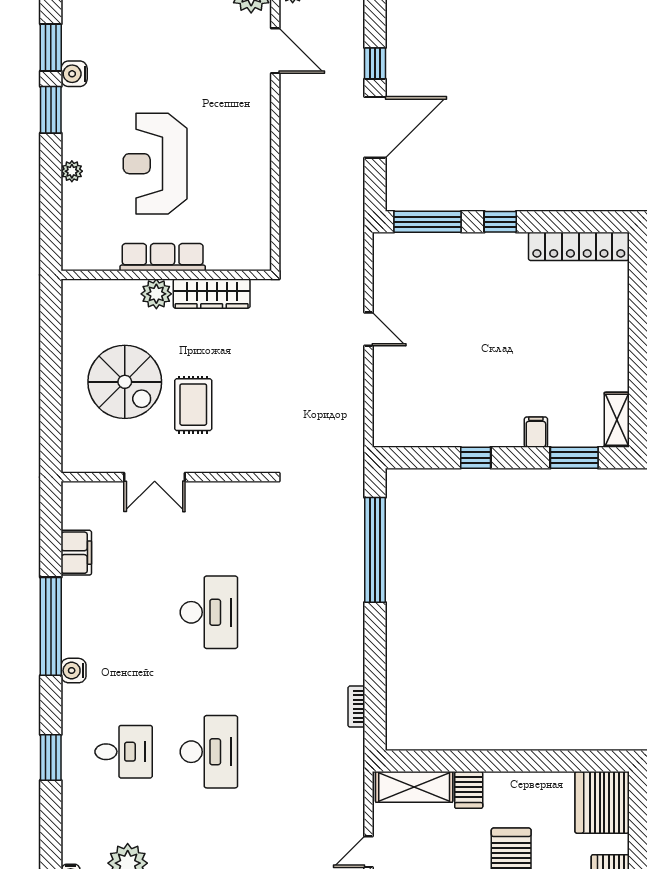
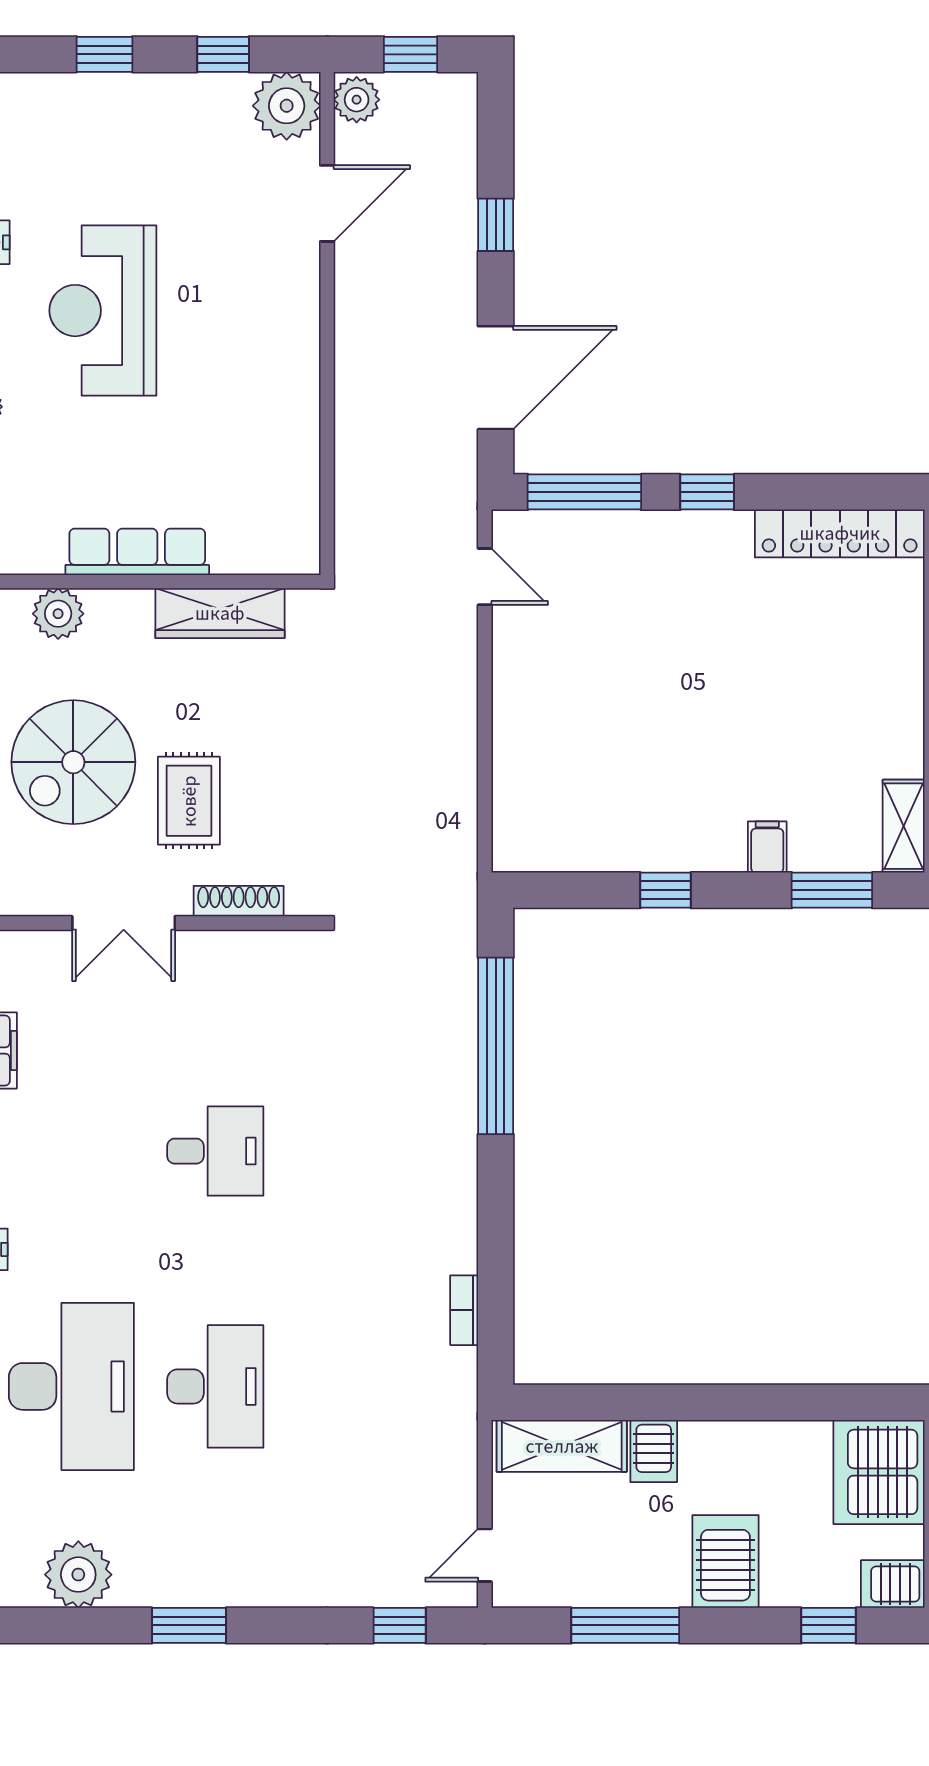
door: (275, 51) -> (327, 203), hinge flipped
door: (375, 127) -> (496, 378), moved
reception desk: (155, 164) -> (103, 311), moved
plant: (156, 294) -> (58, 614), moved
door: (369, 329) -> (485, 577), moved
spiral stairs: (125, 382) -> (73, 762), turned 90
shoe rack: (223, 464) -> (239, 901), added
desk: (209, 612) -> (215, 1151), width x0.73
desk: (124, 752) -> (71, 1386), width x1.87, depth x1.30

